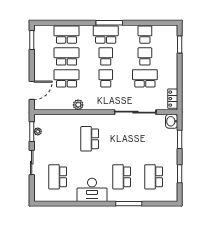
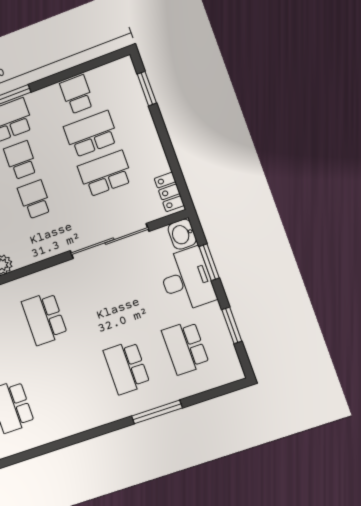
school desk: (145, 56) -> (91, 134), width x1.85
desk: (92, 190) -> (187, 280), moved, turned -90

